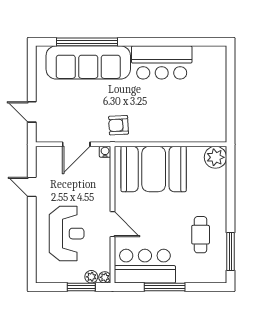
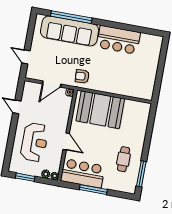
plant: (215, 157) -> (143, 109), removed
window: (81, 287) -> (25, 177), moved

